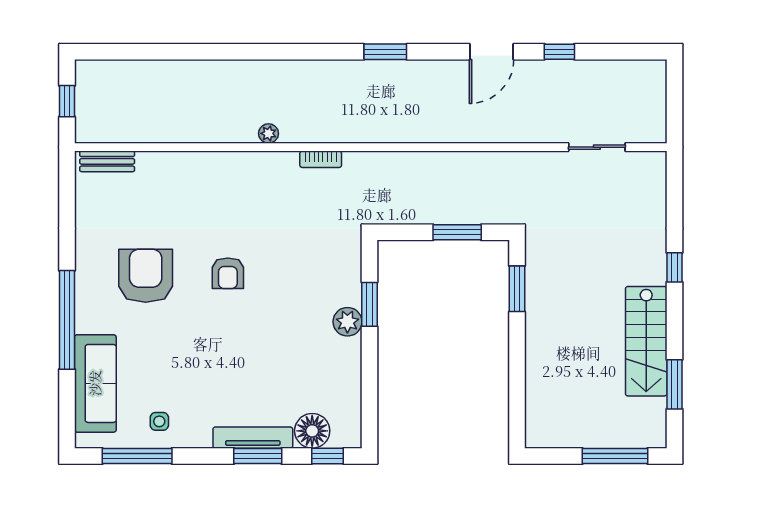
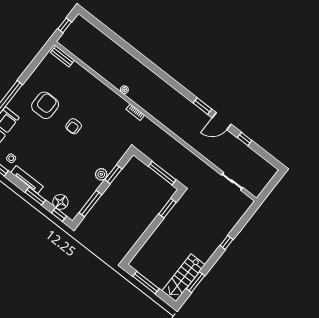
window: (385, 52) -> (202, 106), moved
window: (457, 232) -> (162, 173), width x1.44
stairs: (646, 341) -> (184, 278), moved
window: (369, 391) -> (90, 204), added
tv unit: (253, 438) -> (27, 180), moved
window: (615, 456) -> (146, 282), moved

